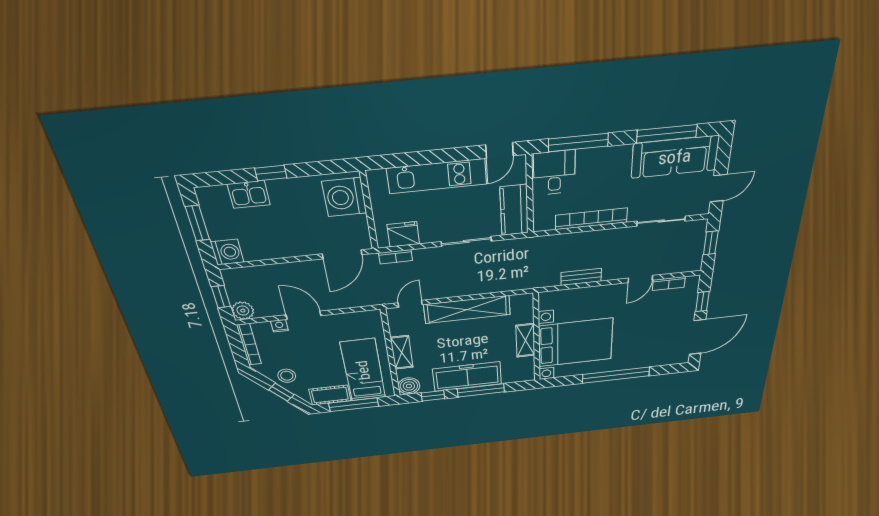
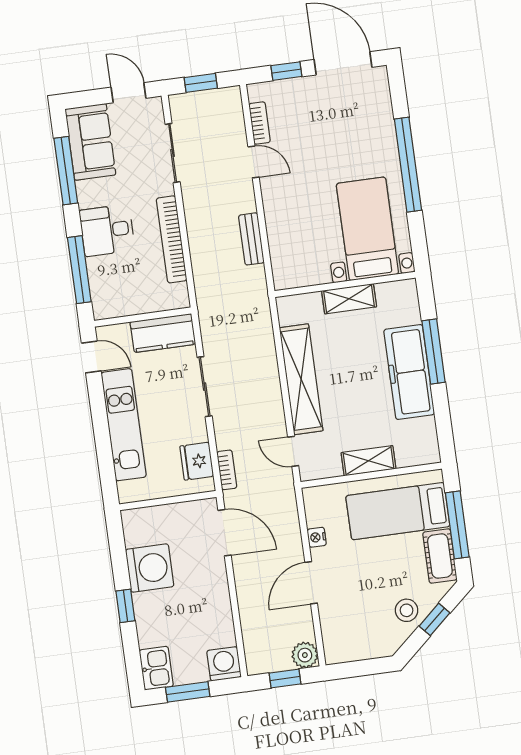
sofa: (675, 157) -> (90, 142), width x0.73
desk: (554, 173) -> (107, 230), moved
kitchen sink: (249, 194) -> (156, 668), moved
washing machine: (344, 197) -> (150, 568), moved, turned -90
nightstand: (279, 326) -> (317, 537), moved
bed with nightstands: (575, 343) -> (367, 229), width x0.73
bookcase: (249, 344) -> (356, 653), removed
boiler: (409, 386) -> (425, 450), removed
window: (433, 396) -> (443, 417), removed

